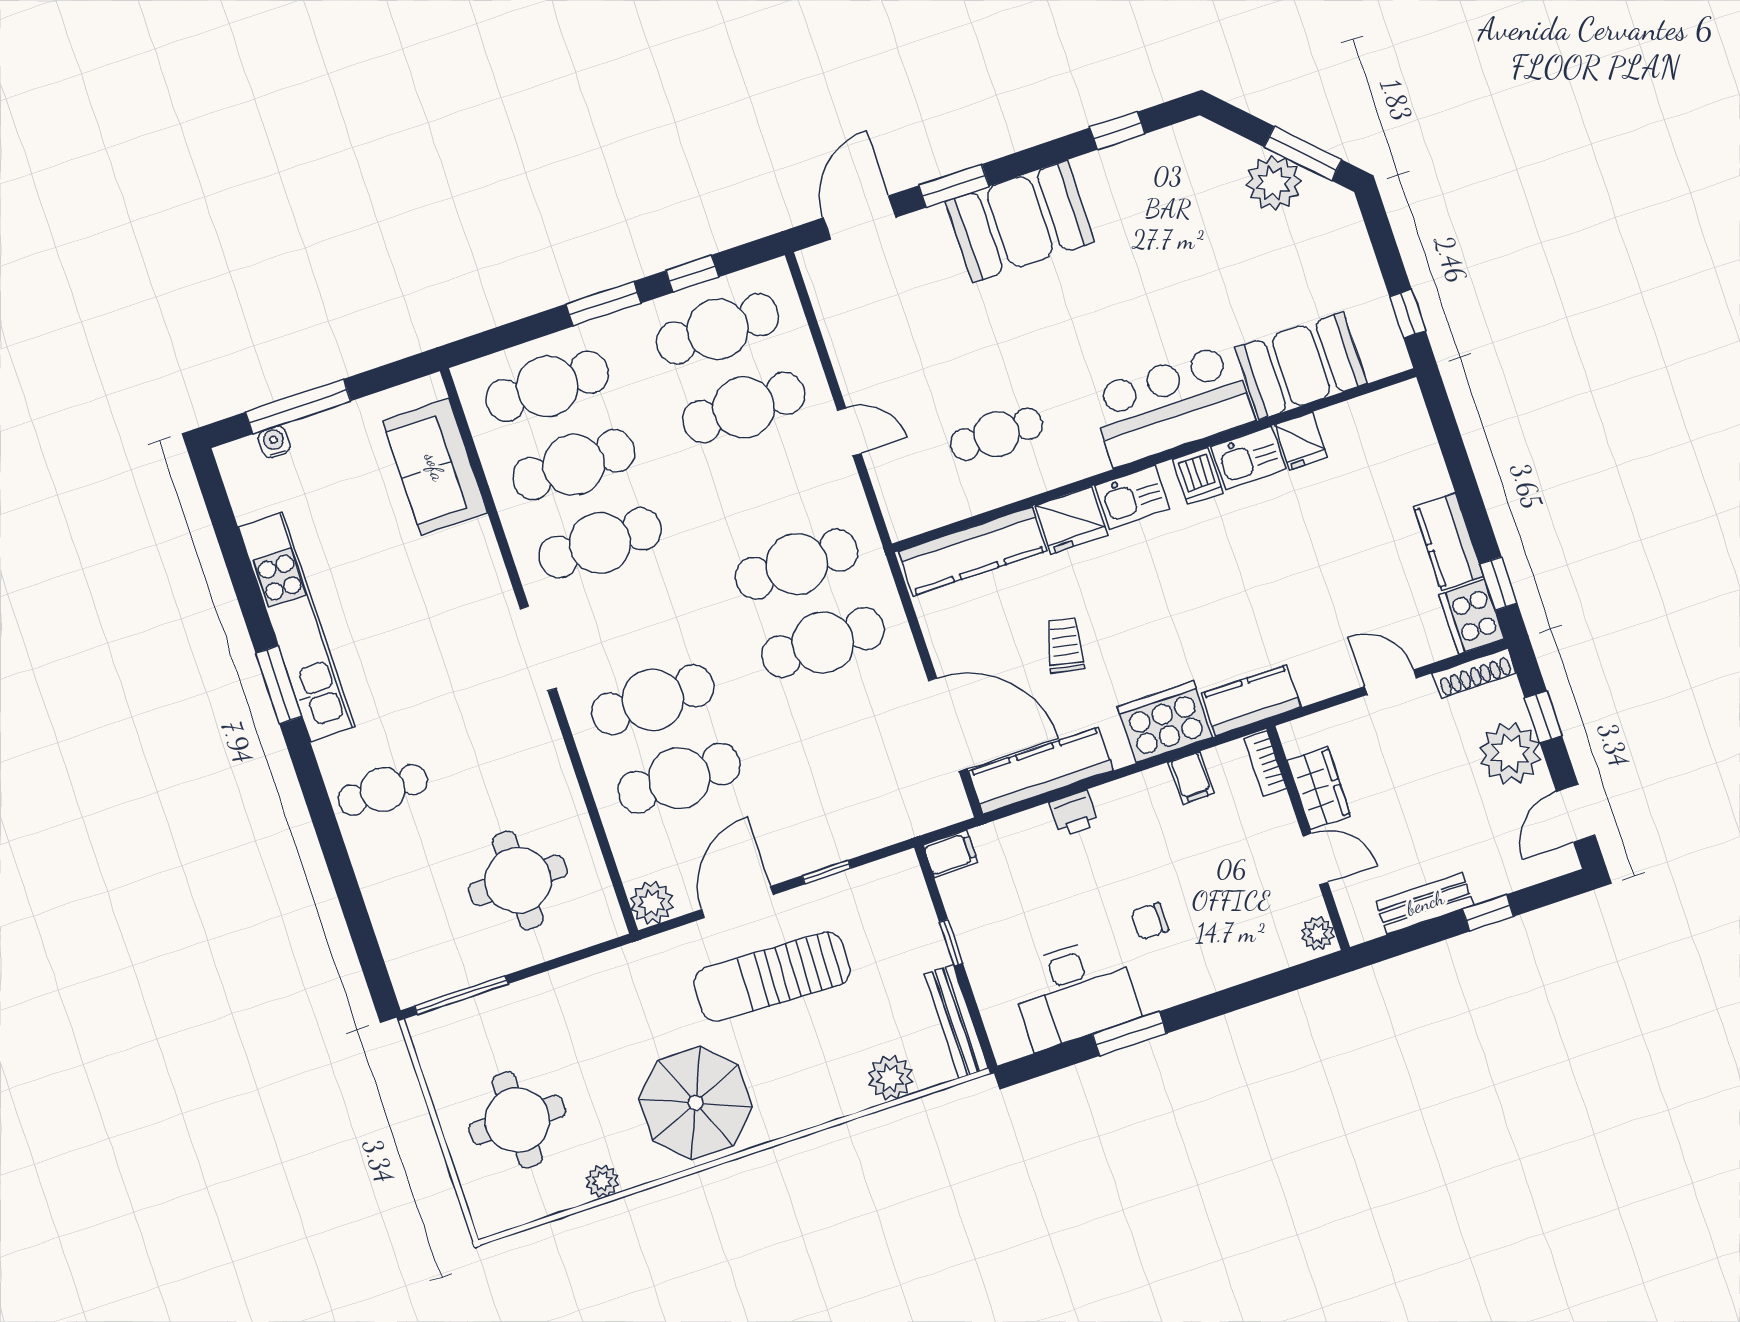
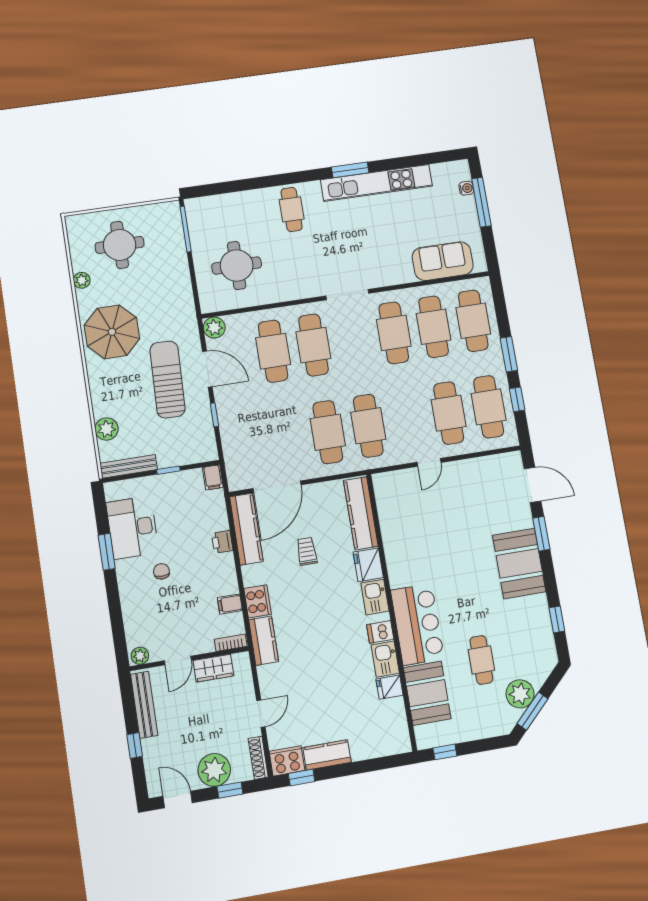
cafe table: (997, 434) -> (481, 660), moved
trolley: (1065, 645) -> (307, 551), turned -102
cooker: (1165, 722) -> (258, 601), width x0.73, depth x0.76
bench: (1425, 903) -> (144, 705), width x1.36

